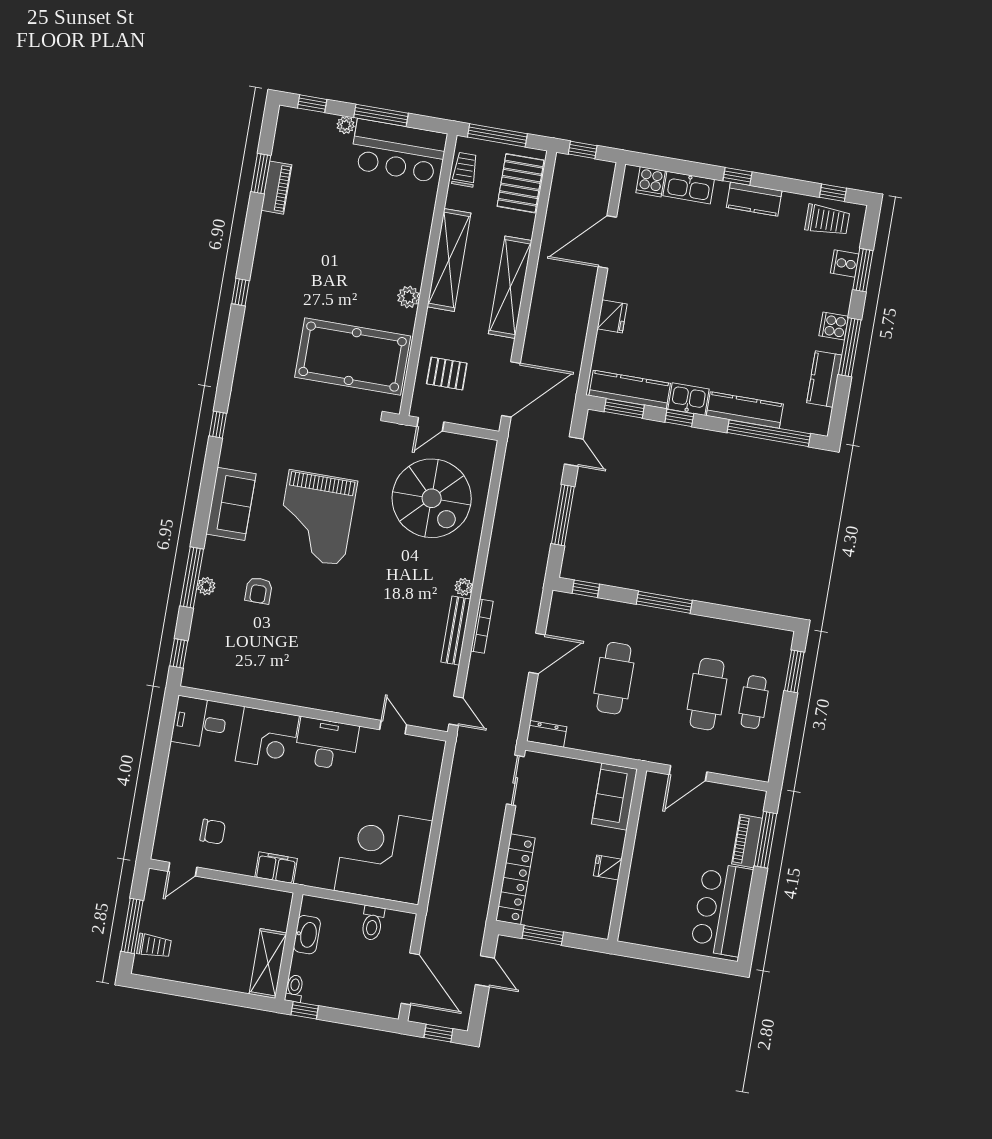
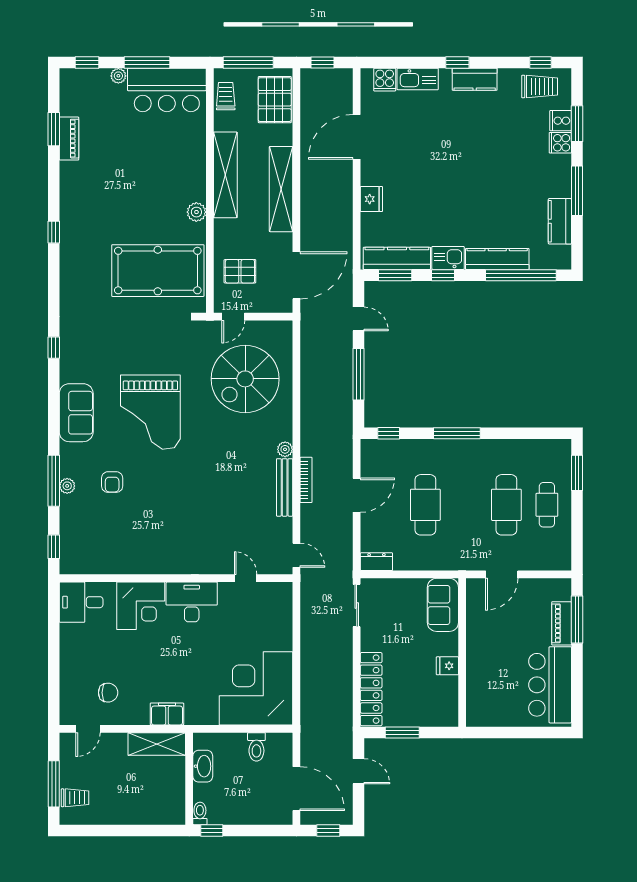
cooker: (834, 326) -> (560, 143), moved
spiral stairs: (432, 498) -> (245, 379), turned 90
shelving: (268, 963) -> (157, 744), moved, turned 90

